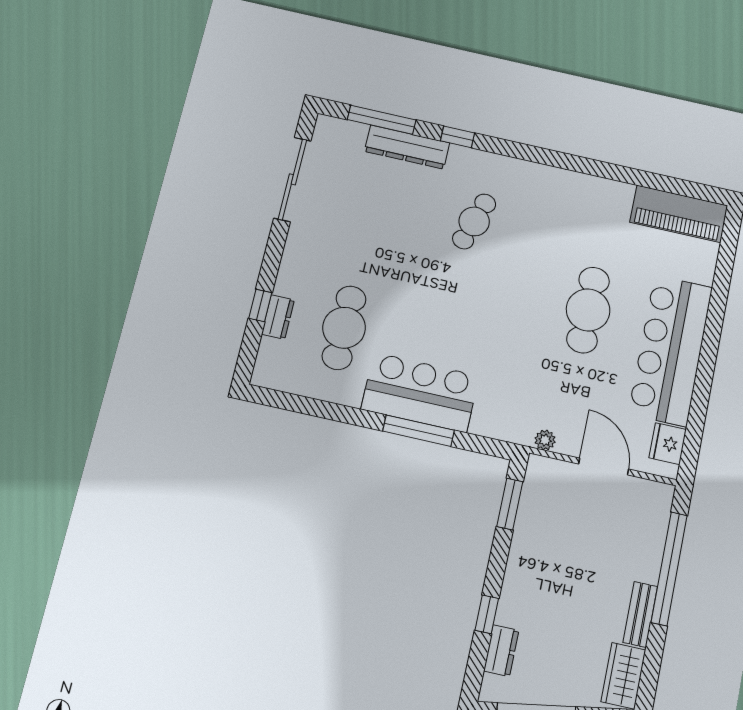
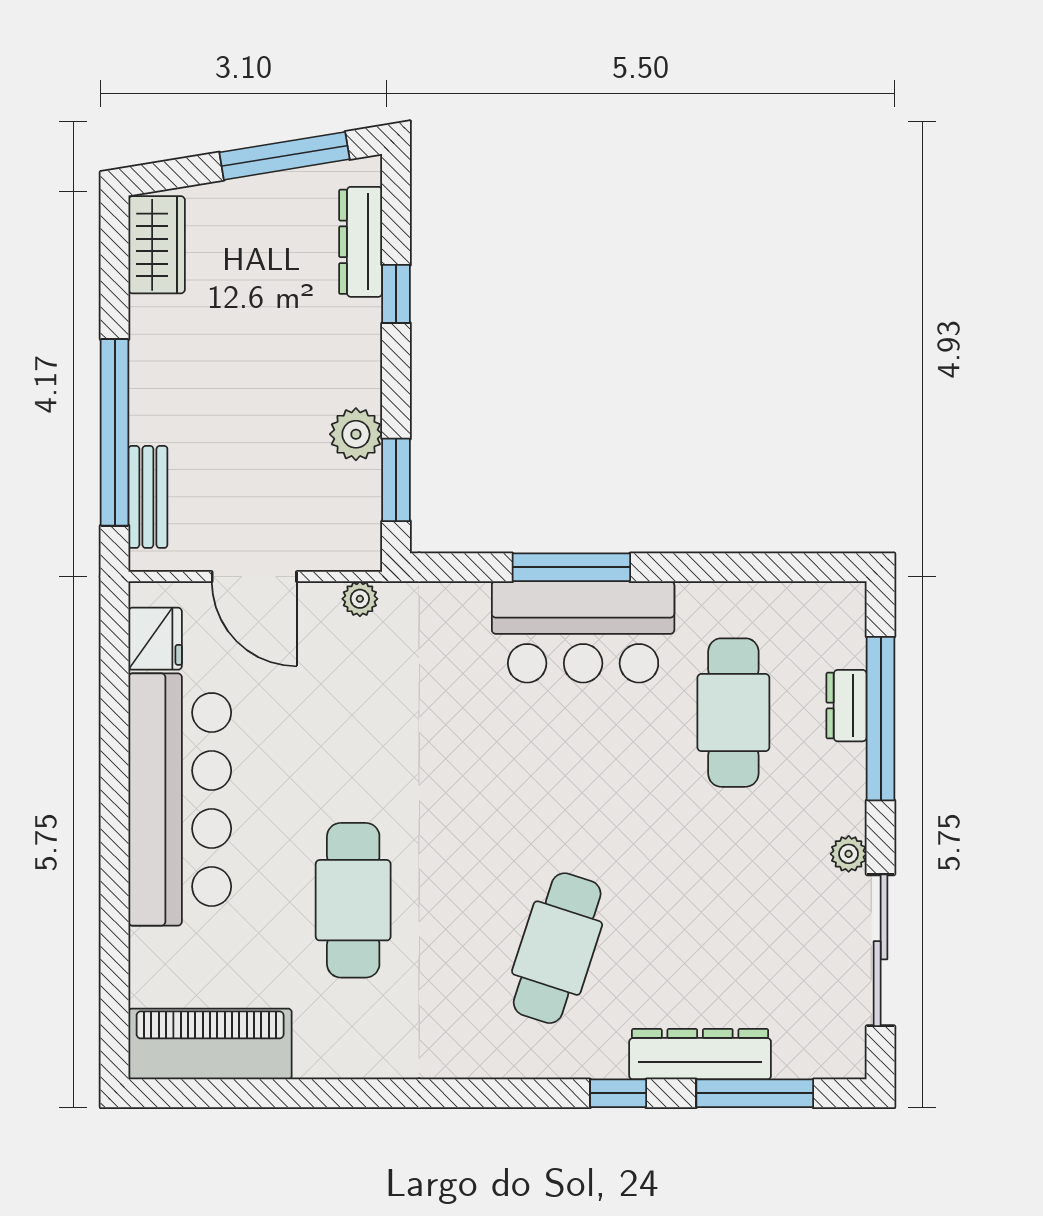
cafe table: (474, 221) -> (557, 948), width x1.37, depth x1.35
plant: (297, 235) -> (849, 854), added
window: (260, 305) -> (881, 719), width x3.17
cafe table: (588, 310) -> (353, 900), moved
plant: (528, 536) -> (356, 434), added
bench: (640, 614) -> (148, 497), moved
dresser: (501, 651) -> (361, 242), width x1.44

